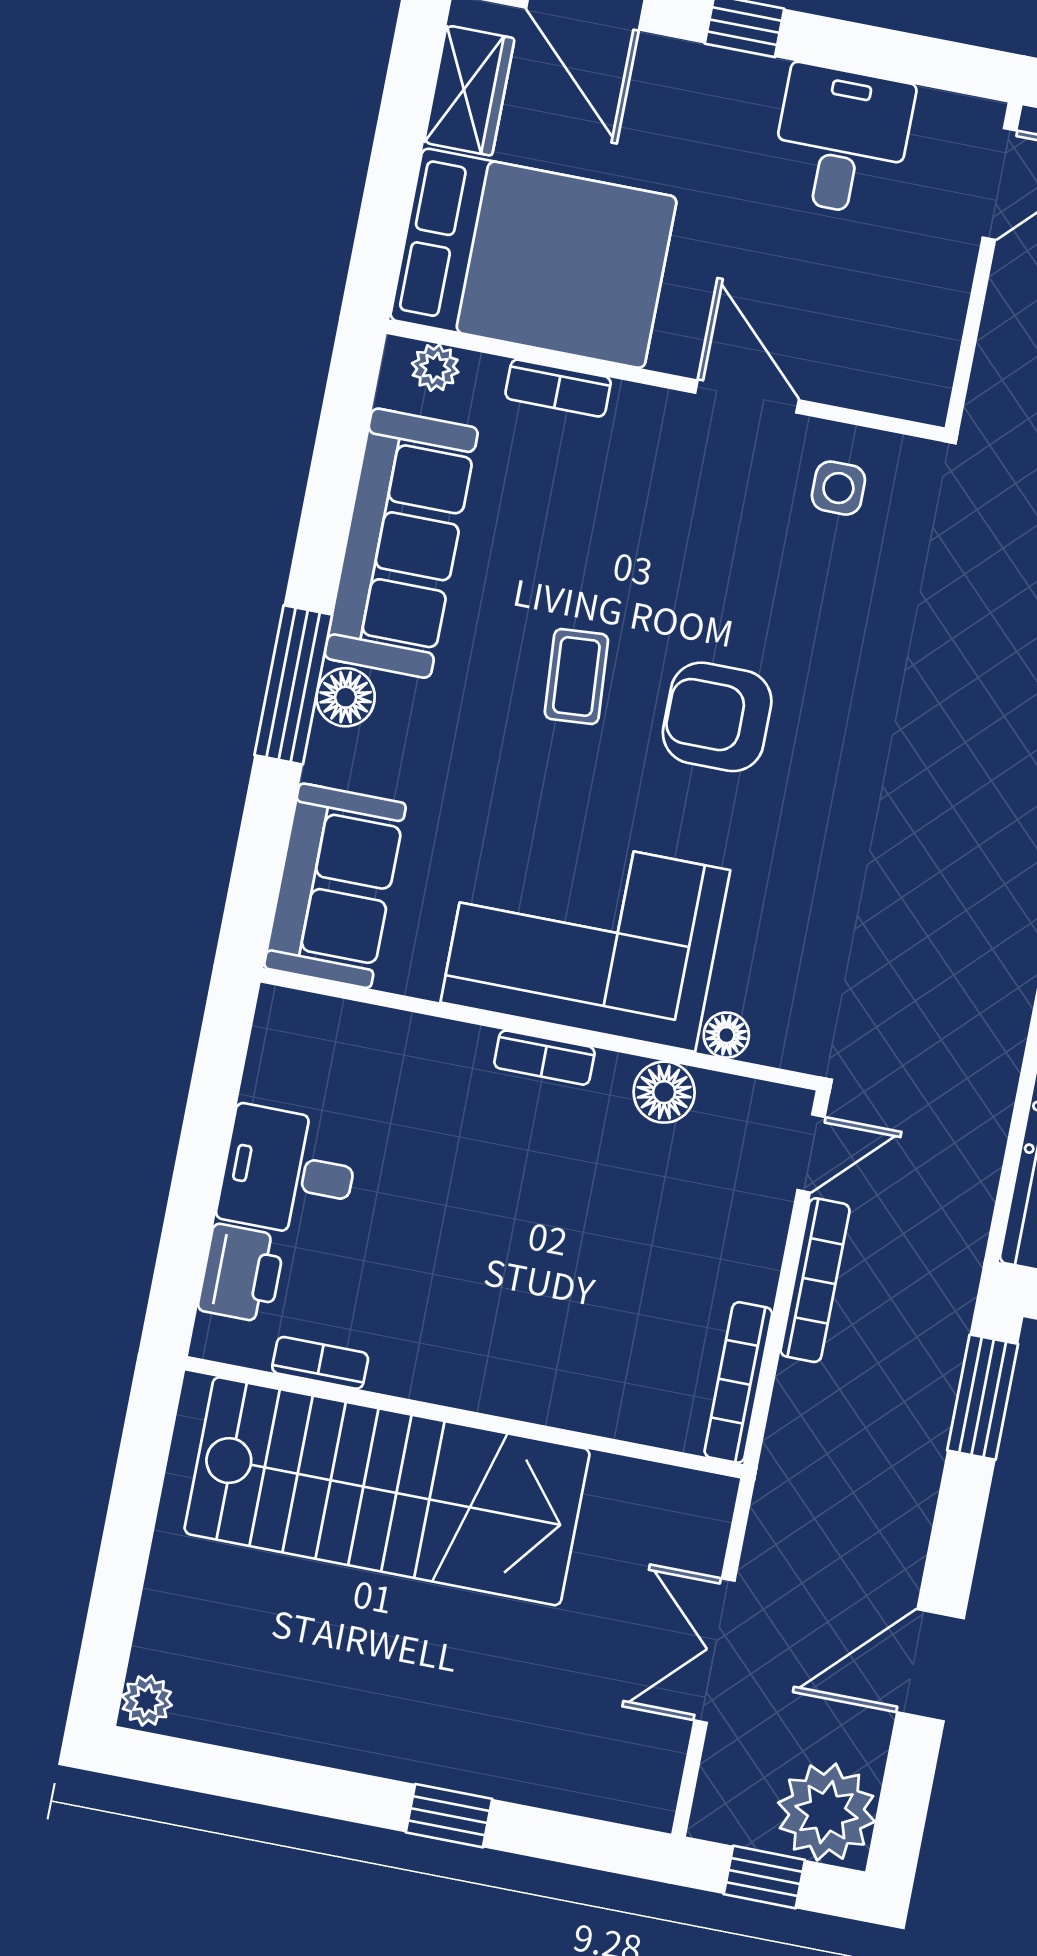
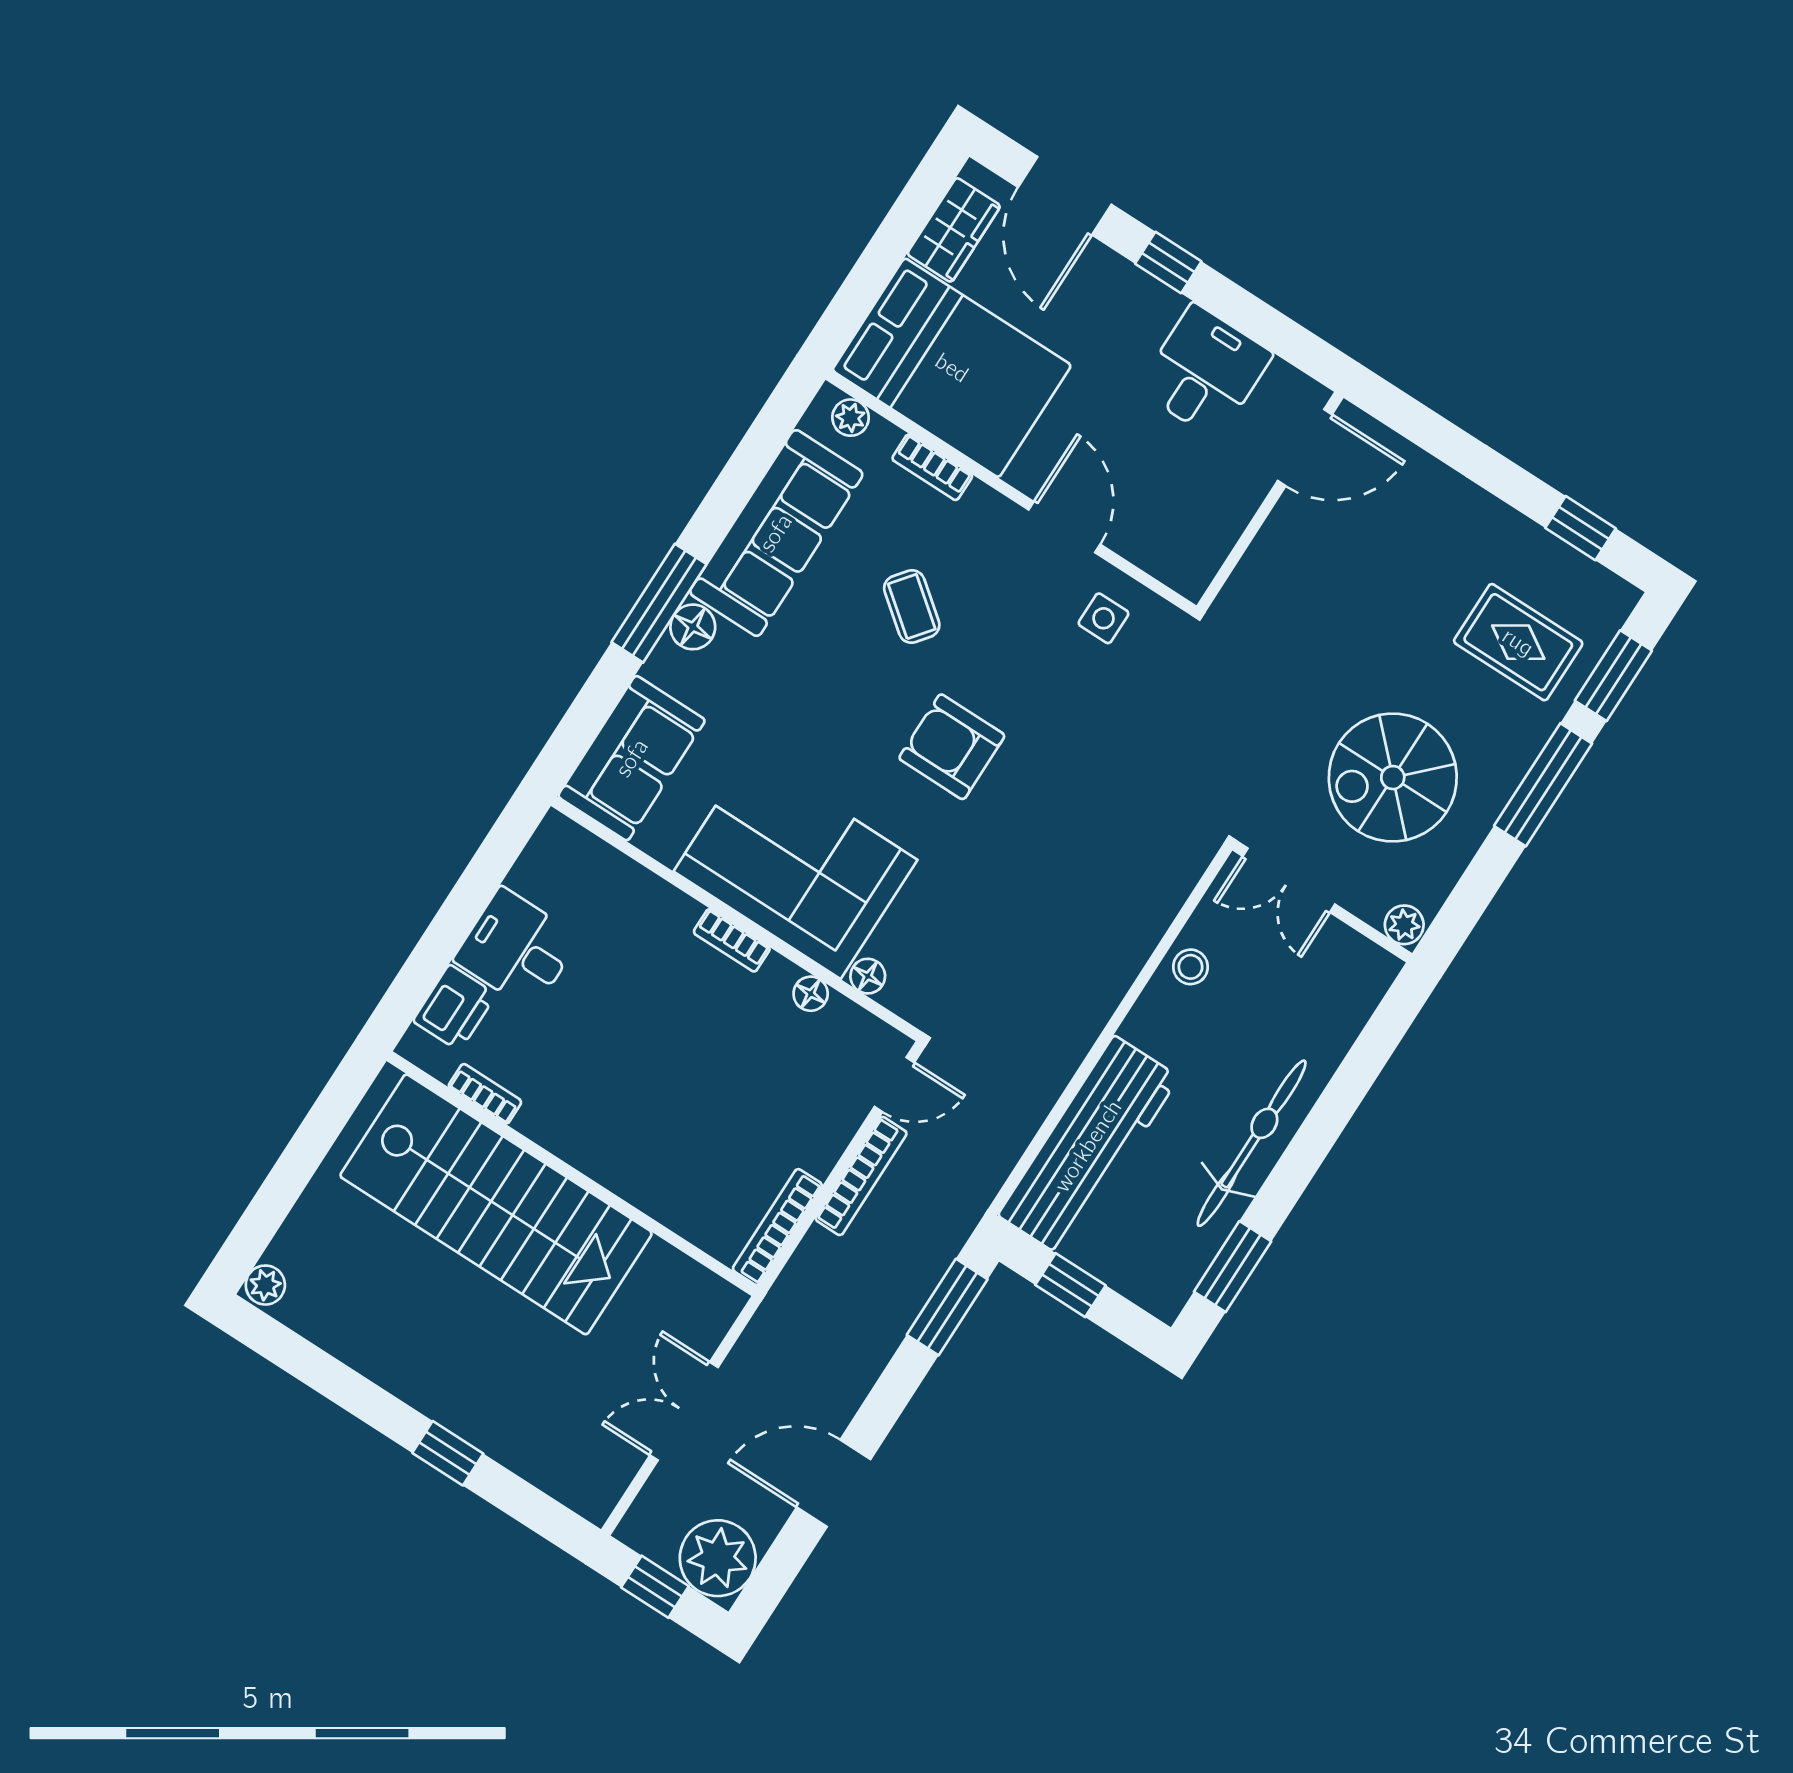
coffee table: (576, 677) -> (912, 607), moved, turned -48
floor lamp: (664, 1092) -> (811, 994), width x0.73, depth x0.73

